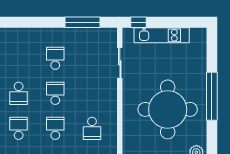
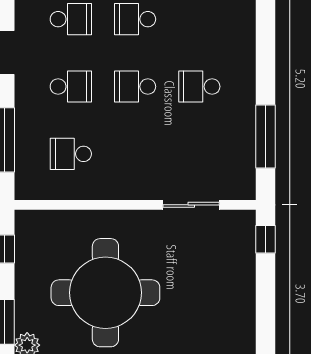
kitchen unit: (162, 35) -> (242, 282), removed
school desk: (55, 58) -> (199, 87), turned 180
school desk: (55, 93) -> (135, 87), turned 180

